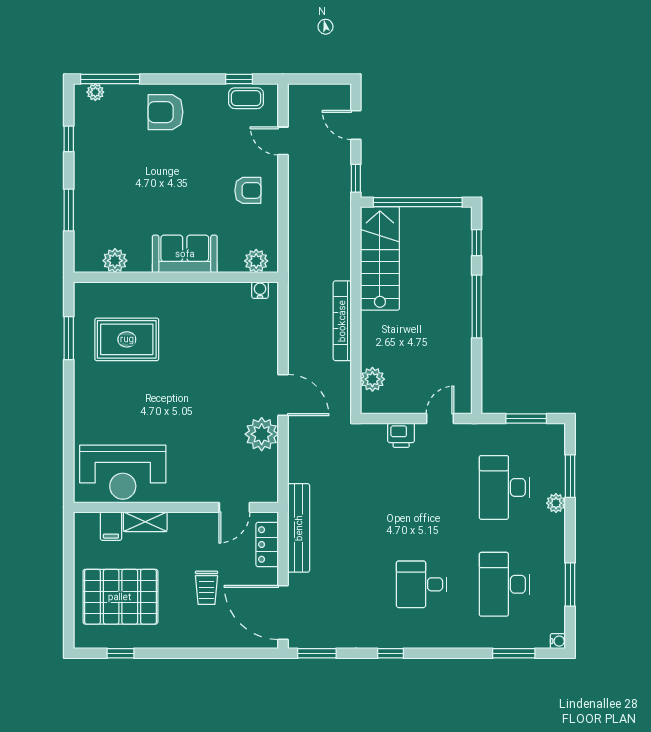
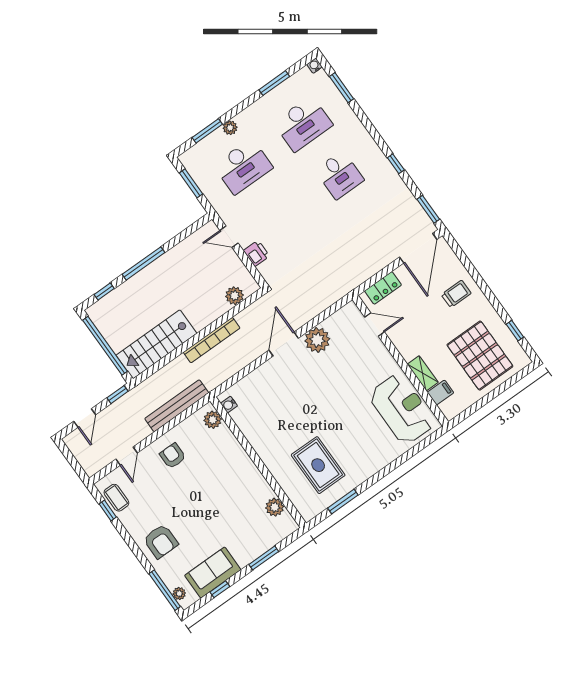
sofa: (185, 254) -> (213, 573), moved, turned 90
bench: (299, 528) -> (177, 406), moved
trolley: (206, 588) -> (456, 294), moved

